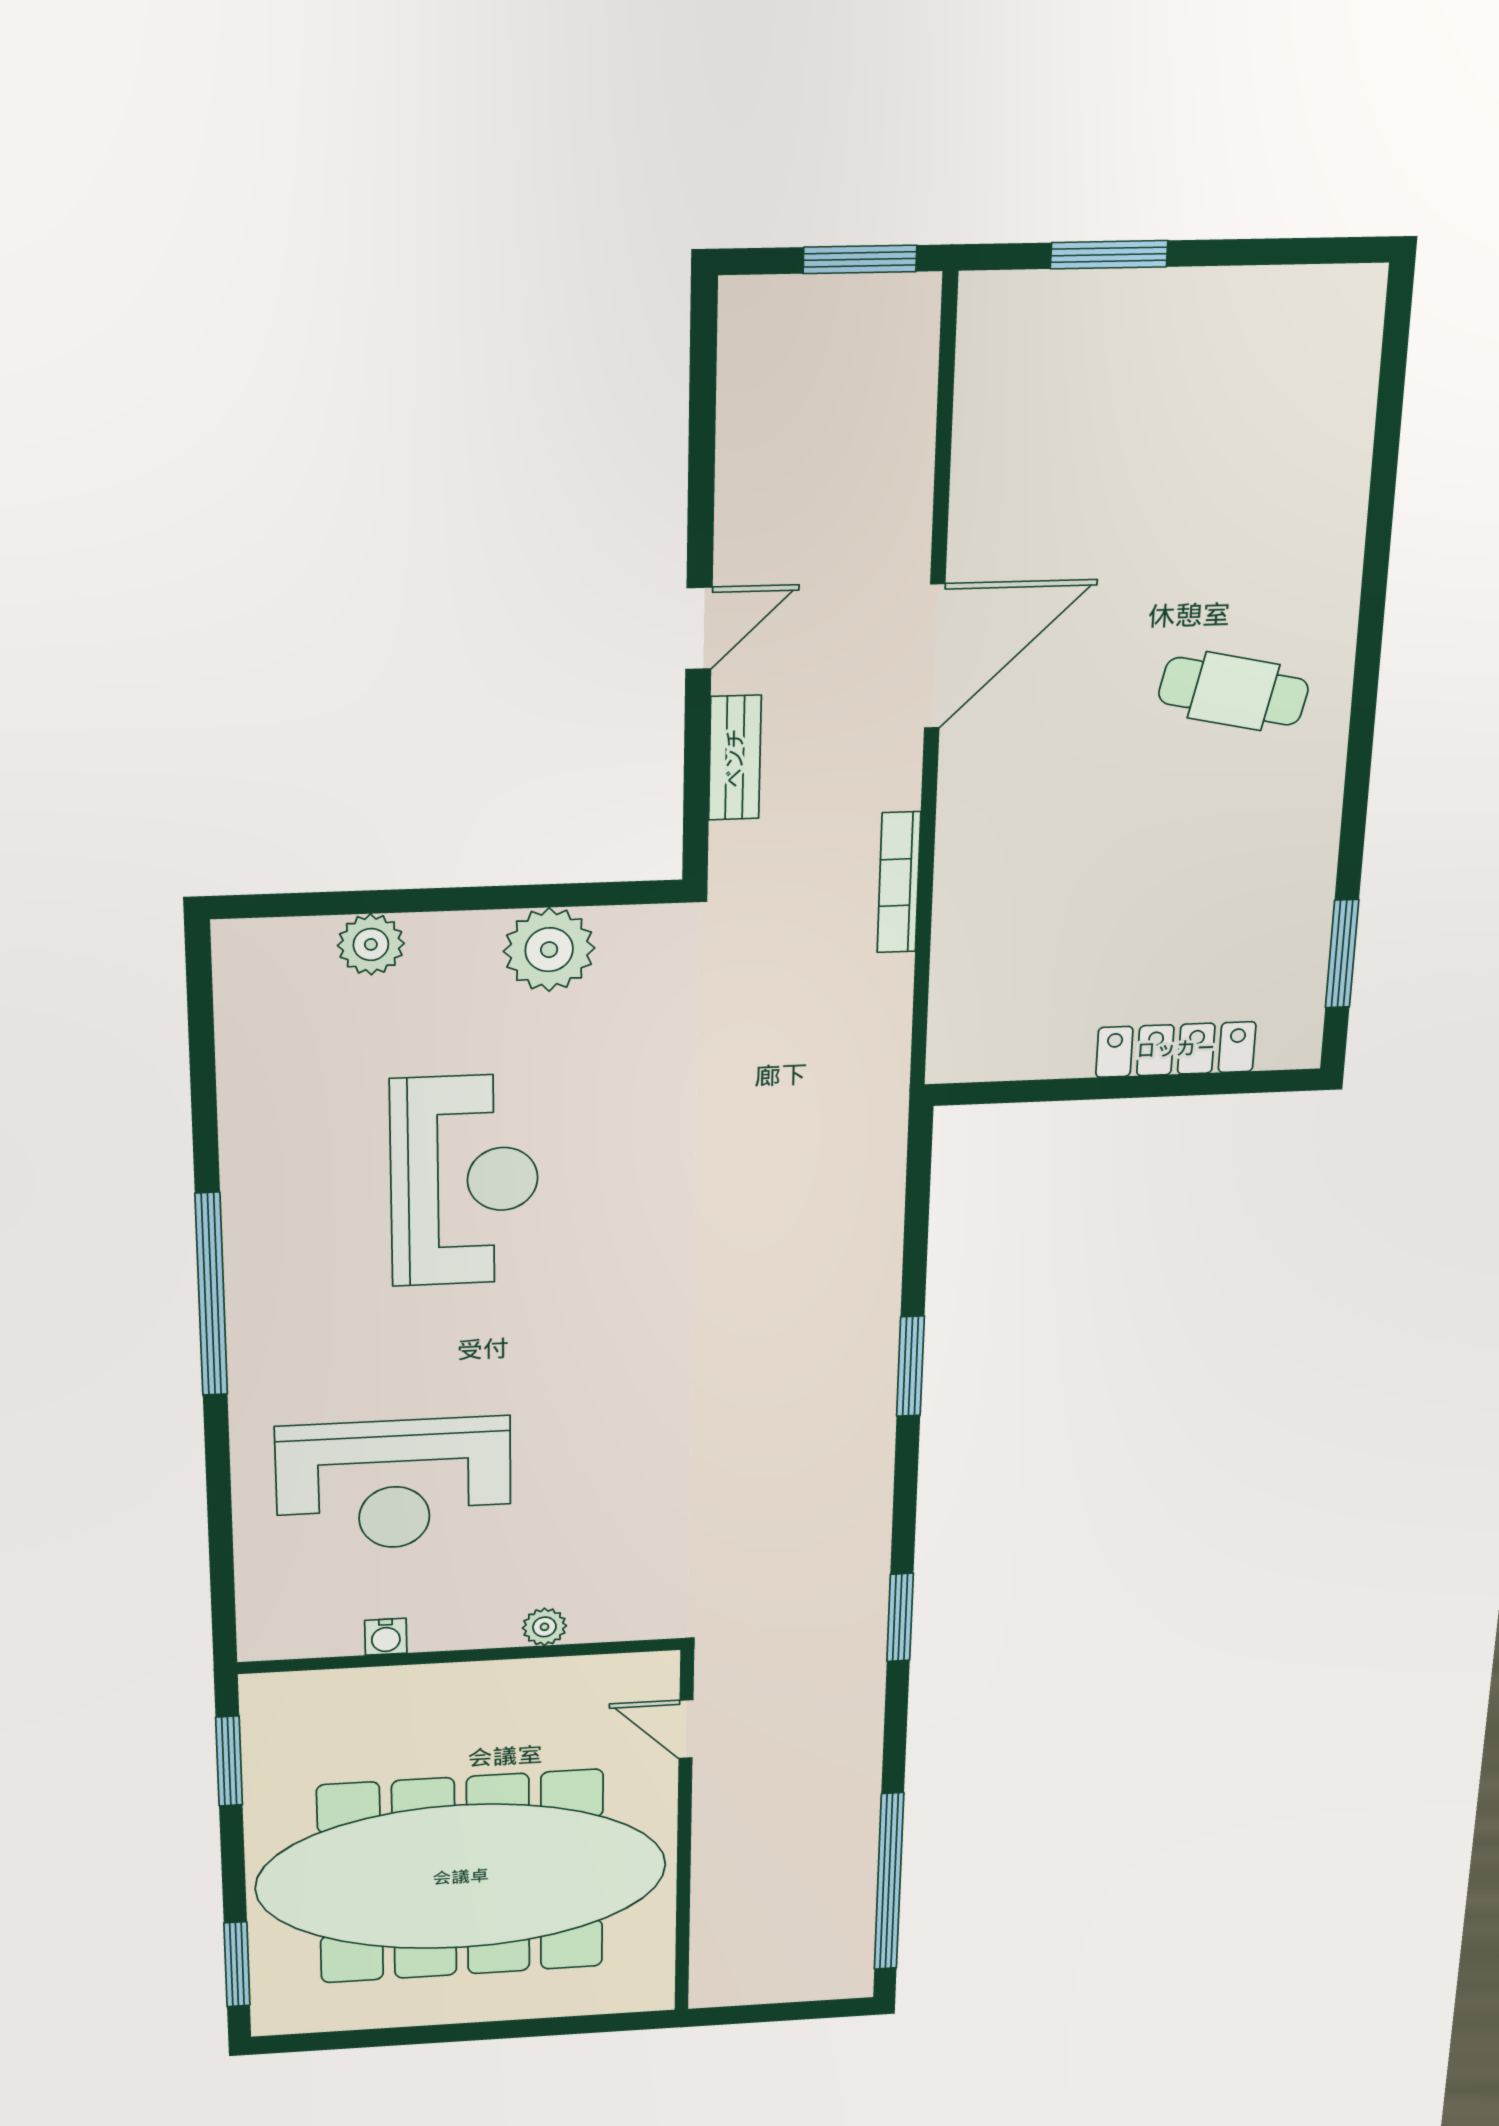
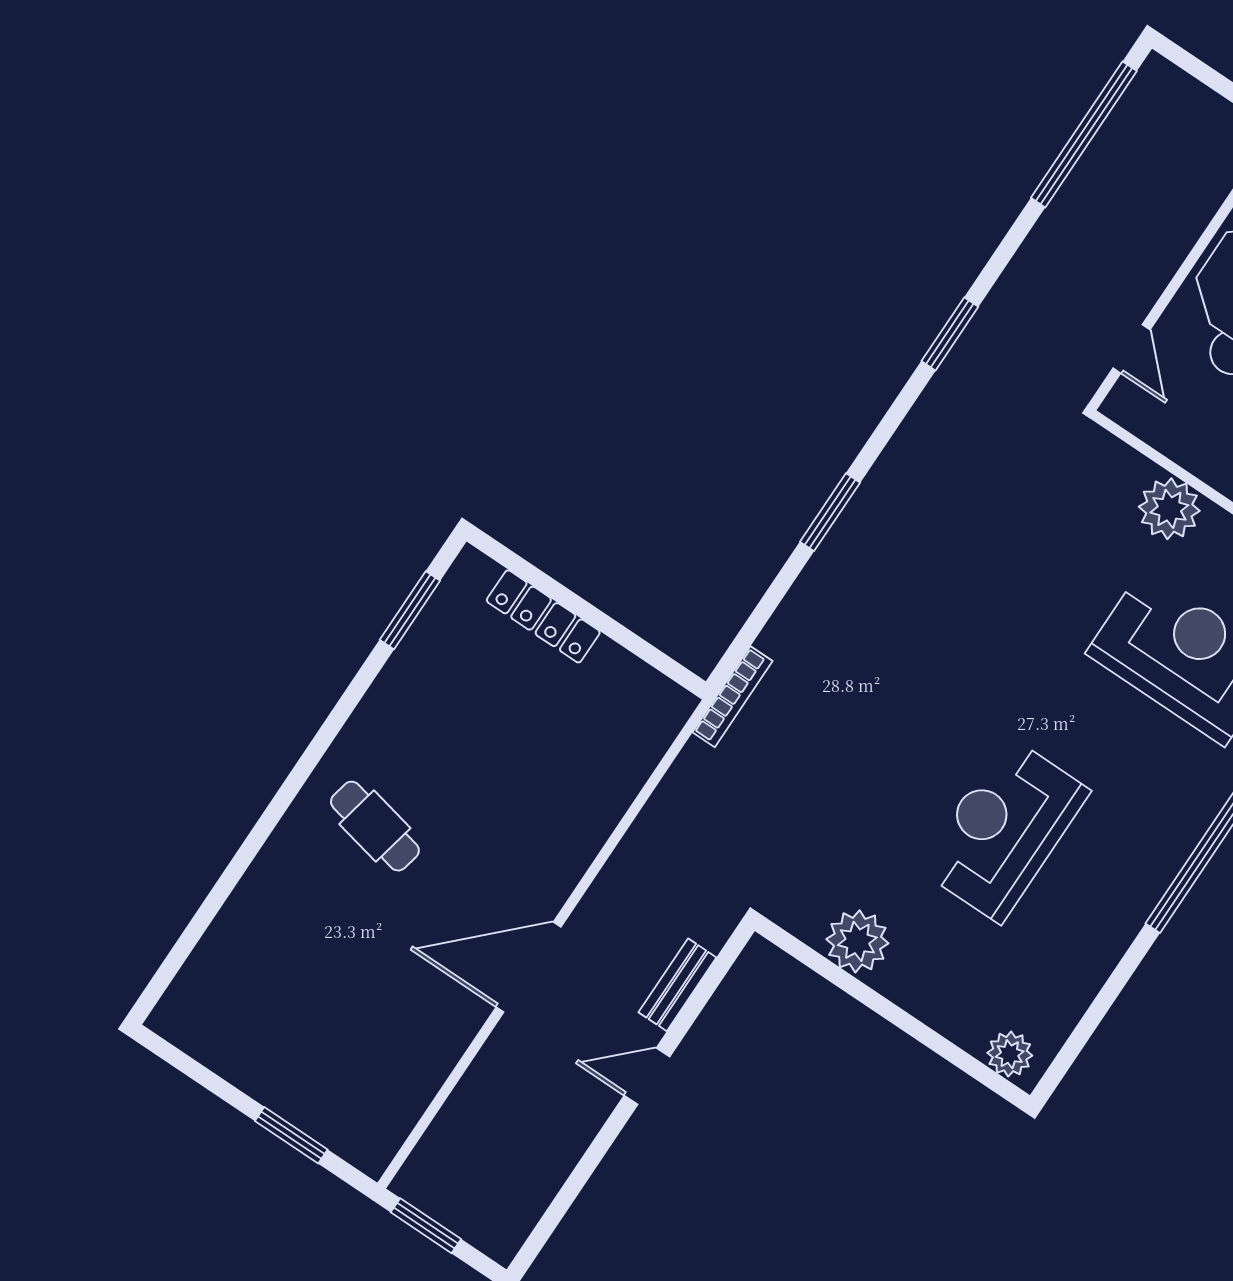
bookcase: (899, 882) -> (733, 697), moved
plant: (371, 944) -> (1010, 1054), moved
plant: (544, 1627) -> (1169, 509), width x1.87, depth x1.87

